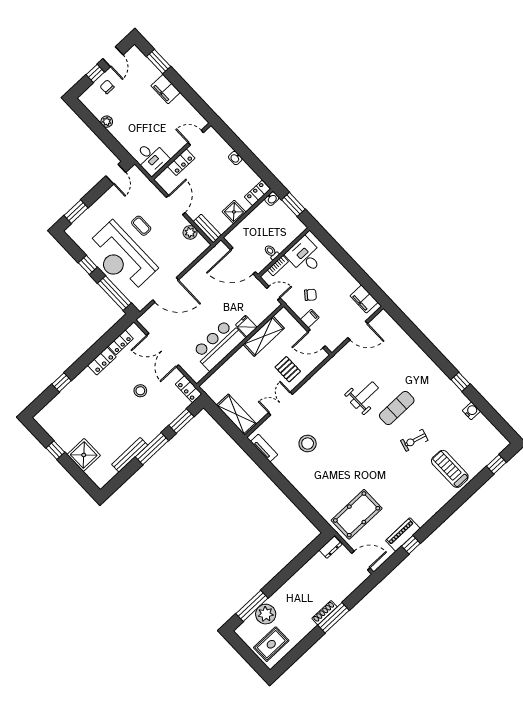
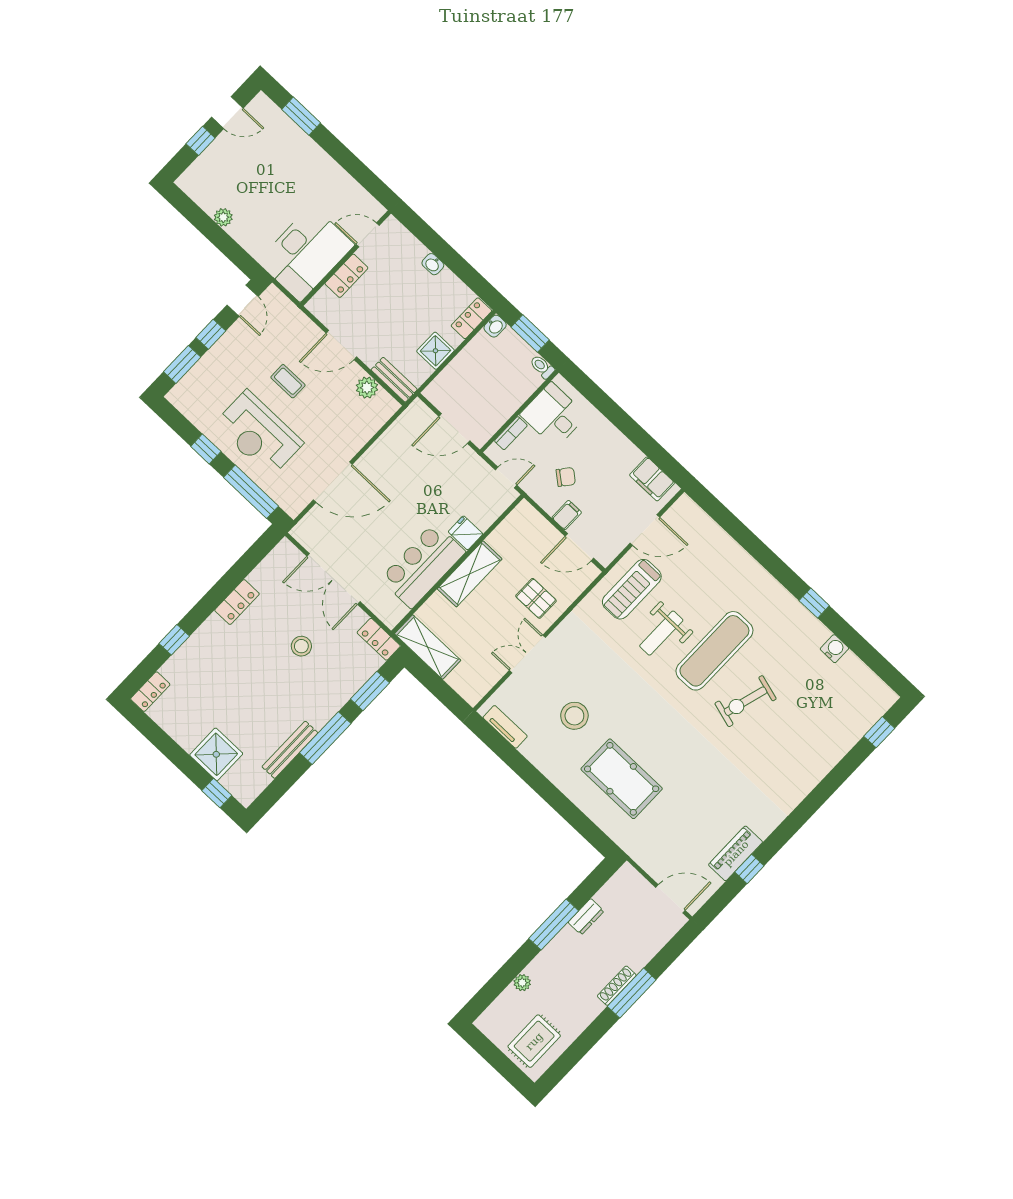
door: (113, 57) -> (227, 113), hinge flipped
chair: (107, 87) -> (221, 161), removed
filing cabinet: (166, 89) -> (315, 160), removed
desk: (151, 158) -> (306, 253), width x1.87, depth x1.30
window: (95, 194) -> (211, 334), added
door: (176, 205) -> (341, 345), swing flipped
toilet: (271, 252) -> (542, 367), moved
reception desk: (121, 257) -> (258, 434), width x0.74, depth x0.77
door: (243, 261) -> (454, 429), width x0.73
shelving: (264, 336) -> (470, 574), moved
locker: (121, 342) -> (150, 692), moved
weight bench: (364, 395) -> (661, 633), turned 180
exercise mat: (397, 408) -> (714, 651), width x1.36, depth x1.45
shelving: (237, 415) -> (428, 647), moved
exercise bike: (414, 440) -> (745, 701), width x1.38, depth x1.39
window: (55, 450) -> (217, 793), moved
treadmill: (450, 469) -> (632, 589), moved, turned -90
pool table: (357, 514) -> (622, 779), moved, turned 90
dresser: (331, 547) -> (586, 917), moved
window: (252, 606) -> (554, 925), moved
plant: (266, 614) -> (522, 983), width x0.53, depth x0.53

